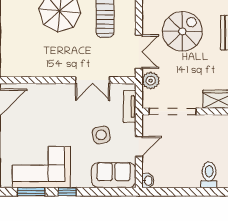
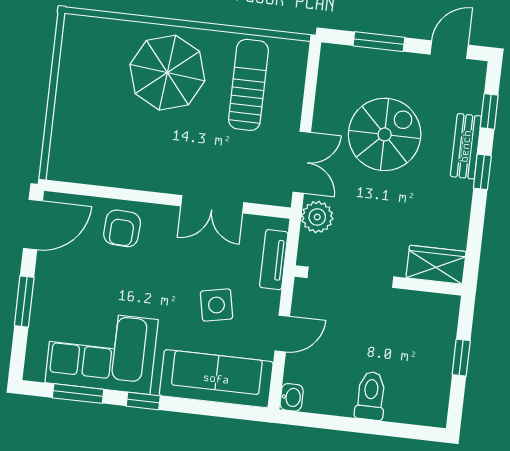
armchair: (45, 99) -> (122, 228), added
sofa: (114, 175) -> (216, 379), width x1.36
toilet: (209, 175) -> (371, 396), moved

